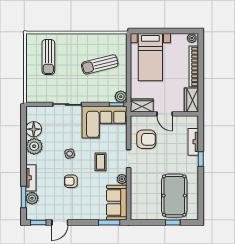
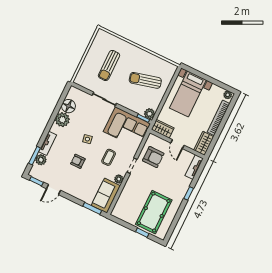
sun lounger: (48, 57) -> (109, 65), moved
tv unit: (193, 142) -> (194, 167), moved

